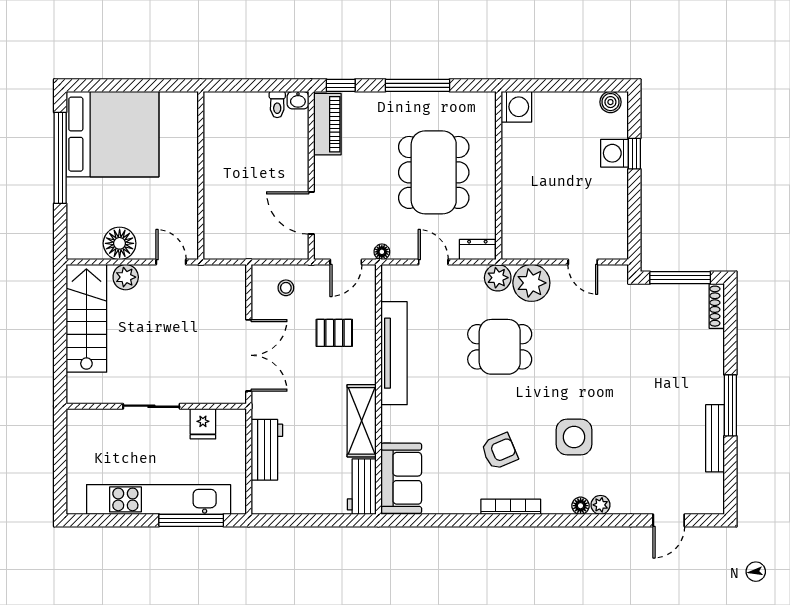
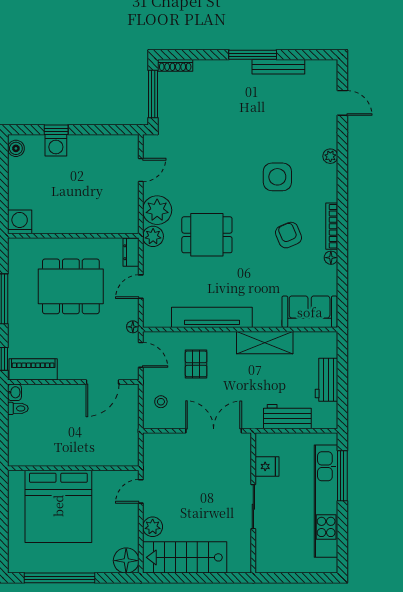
bed: (113, 134) -> (58, 506), moved, turned 180
floor lamp: (120, 243) -> (126, 561), moved
dining table: (500, 347) -> (207, 235), turned 90
workbench: (362, 487) -> (327, 380), moved, turned 90
floor lamp: (581, 506) -> (331, 258), moved

